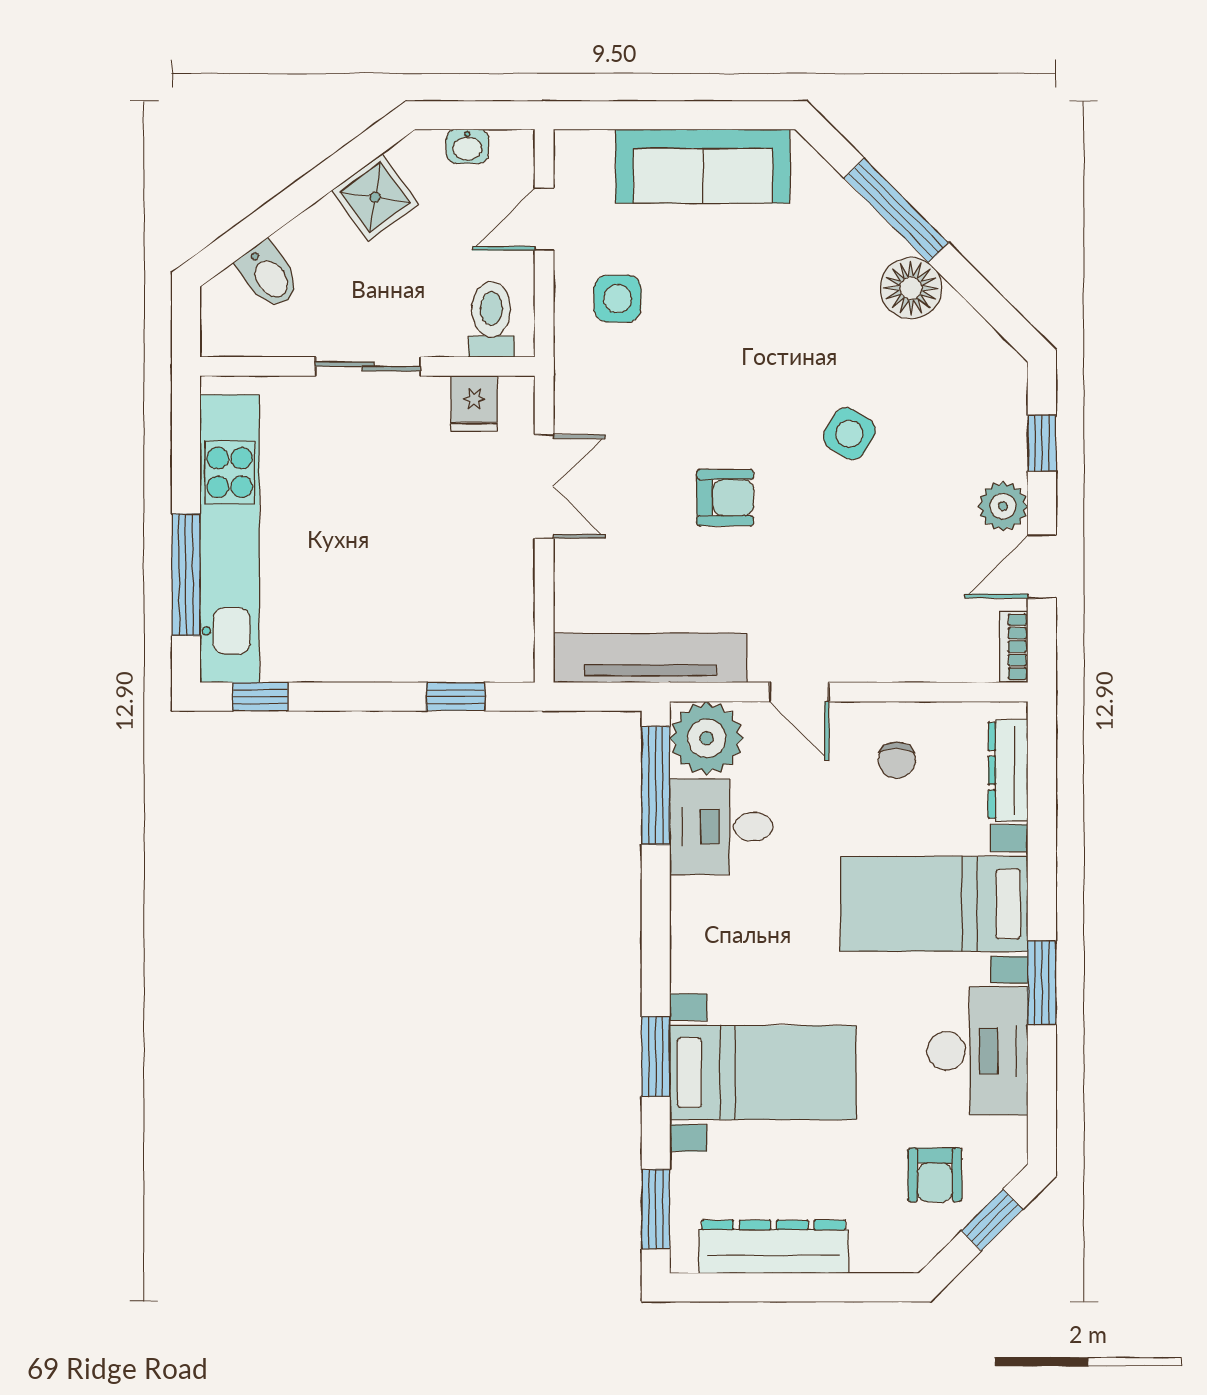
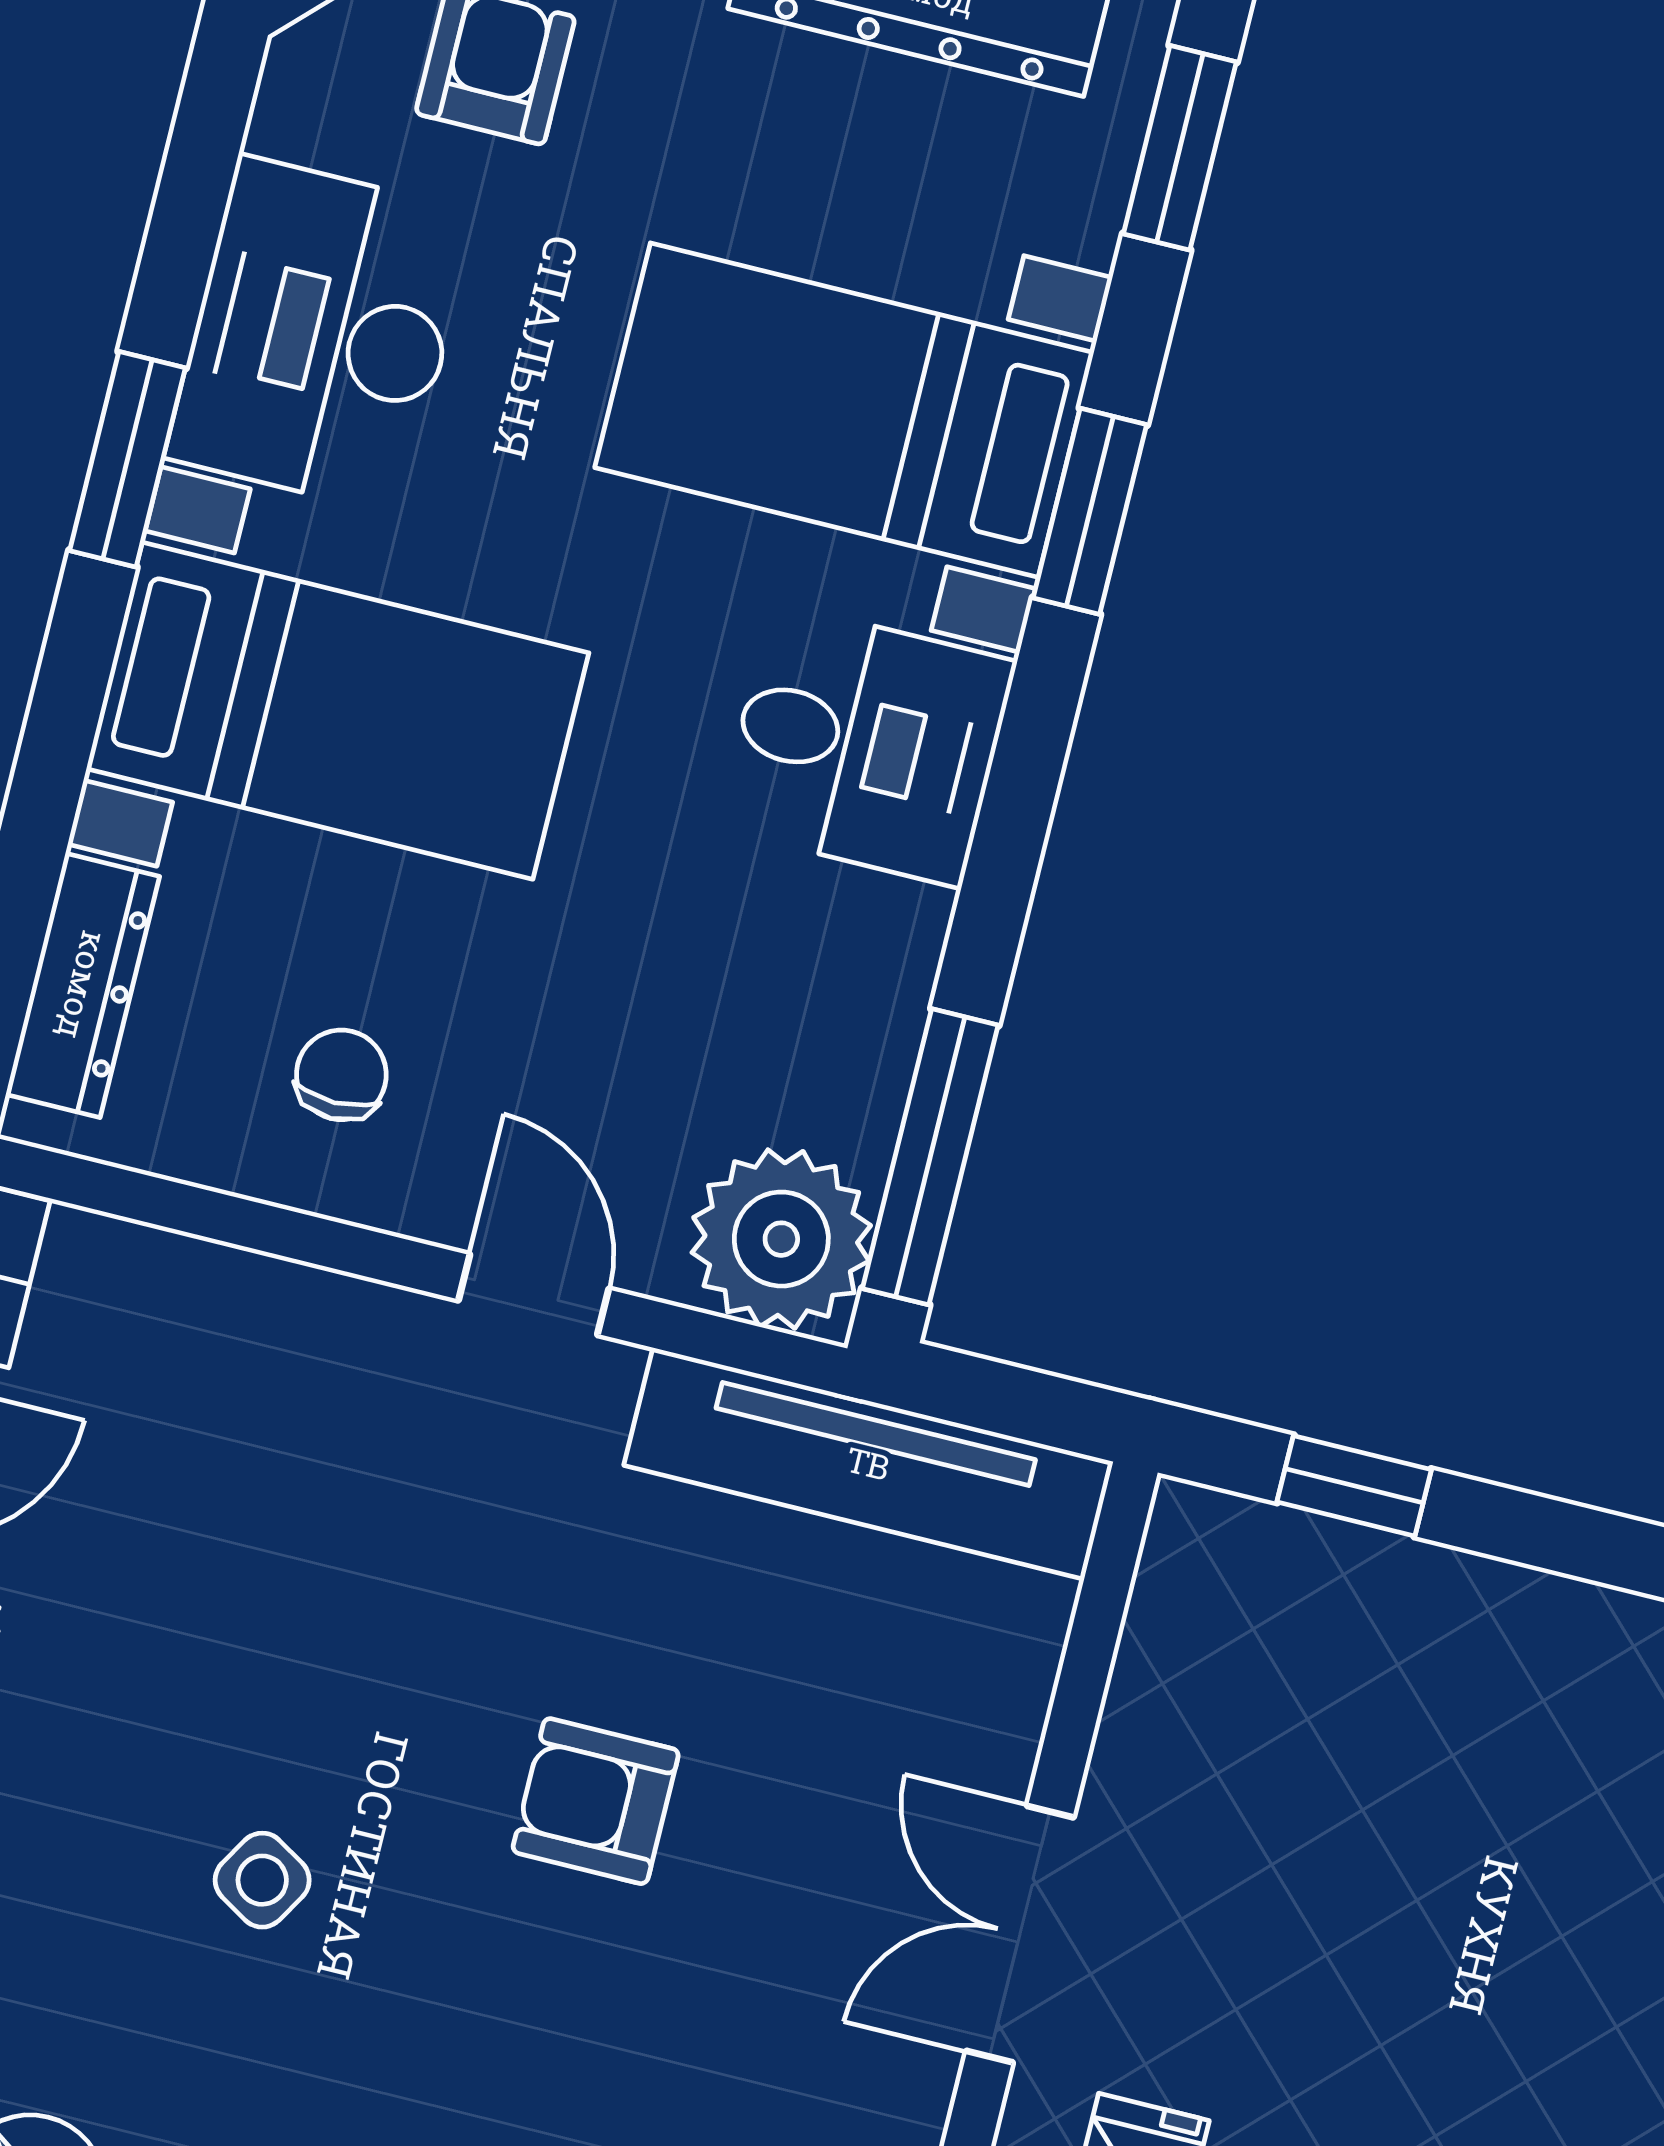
side table: (849, 434) -> (262, 1880), width x0.73, depth x0.73
desk: (721, 827) -> (867, 745), moved

